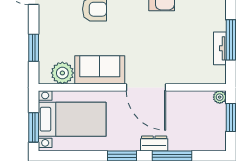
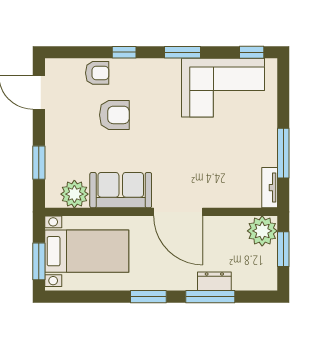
tv unit: (220, 48) -> (270, 188), moved
plant: (220, 97) -> (262, 231), width x1.87, depth x1.87
dresser: (154, 143) -> (214, 281), moved

